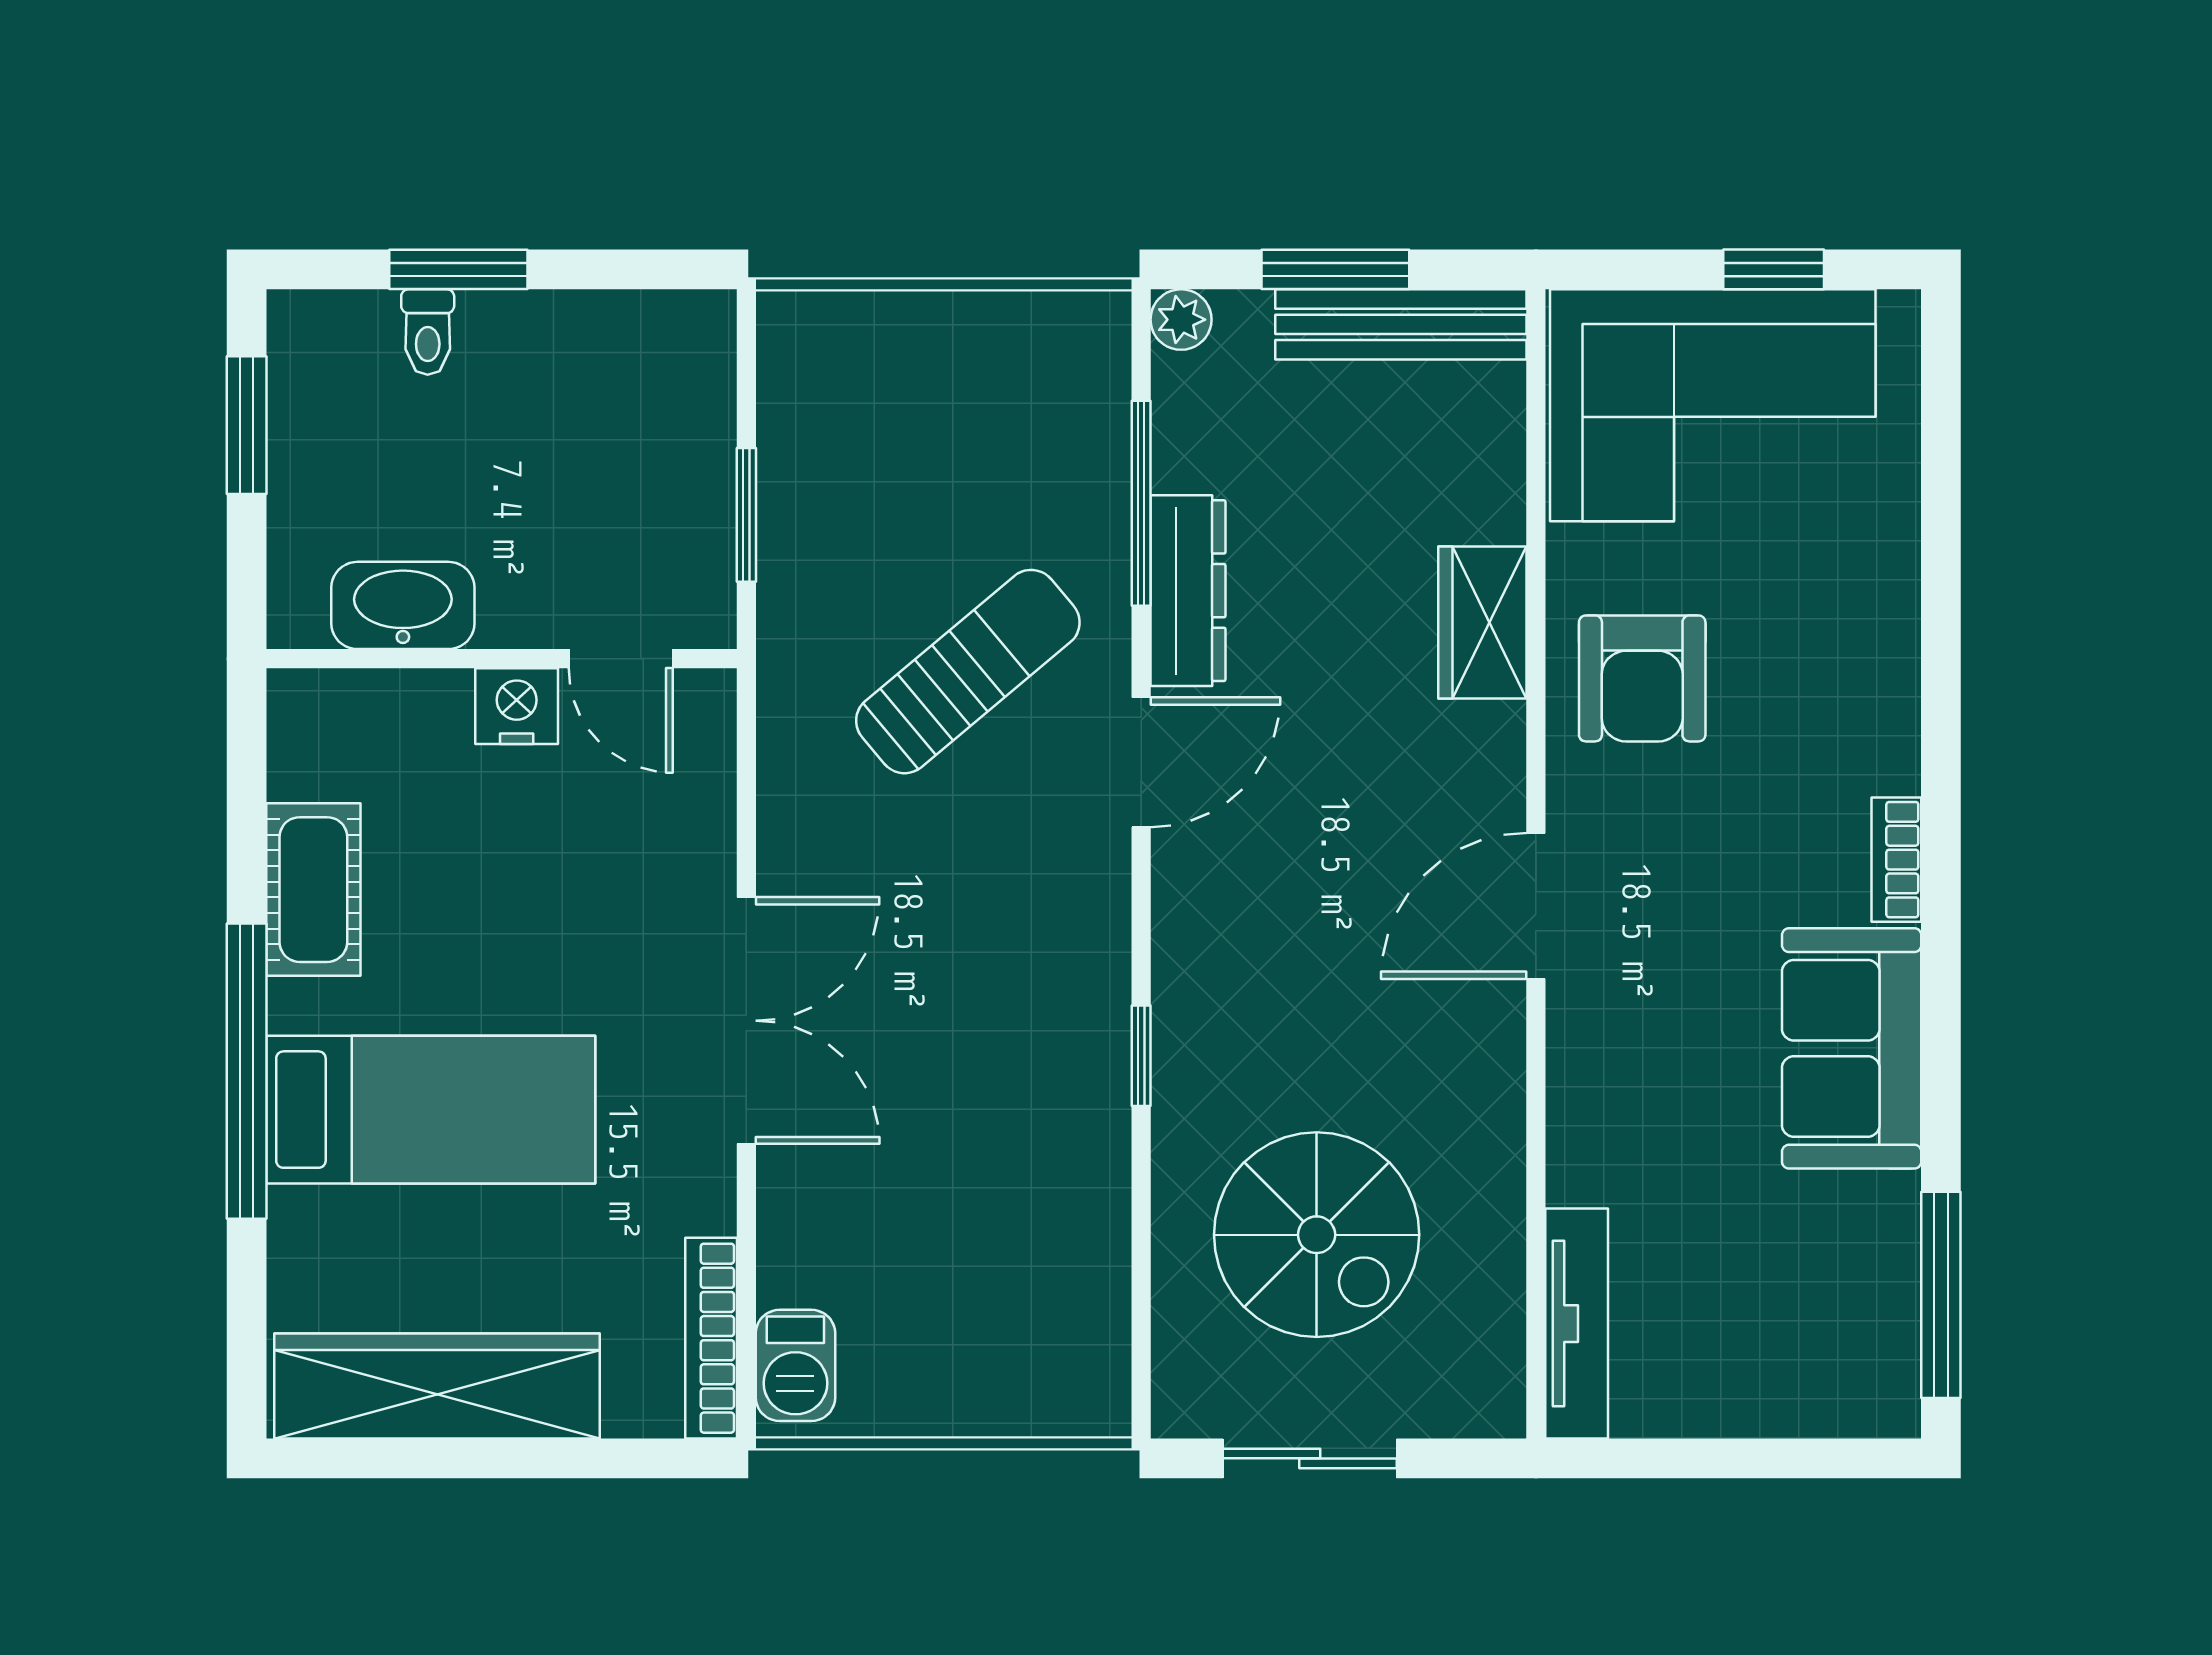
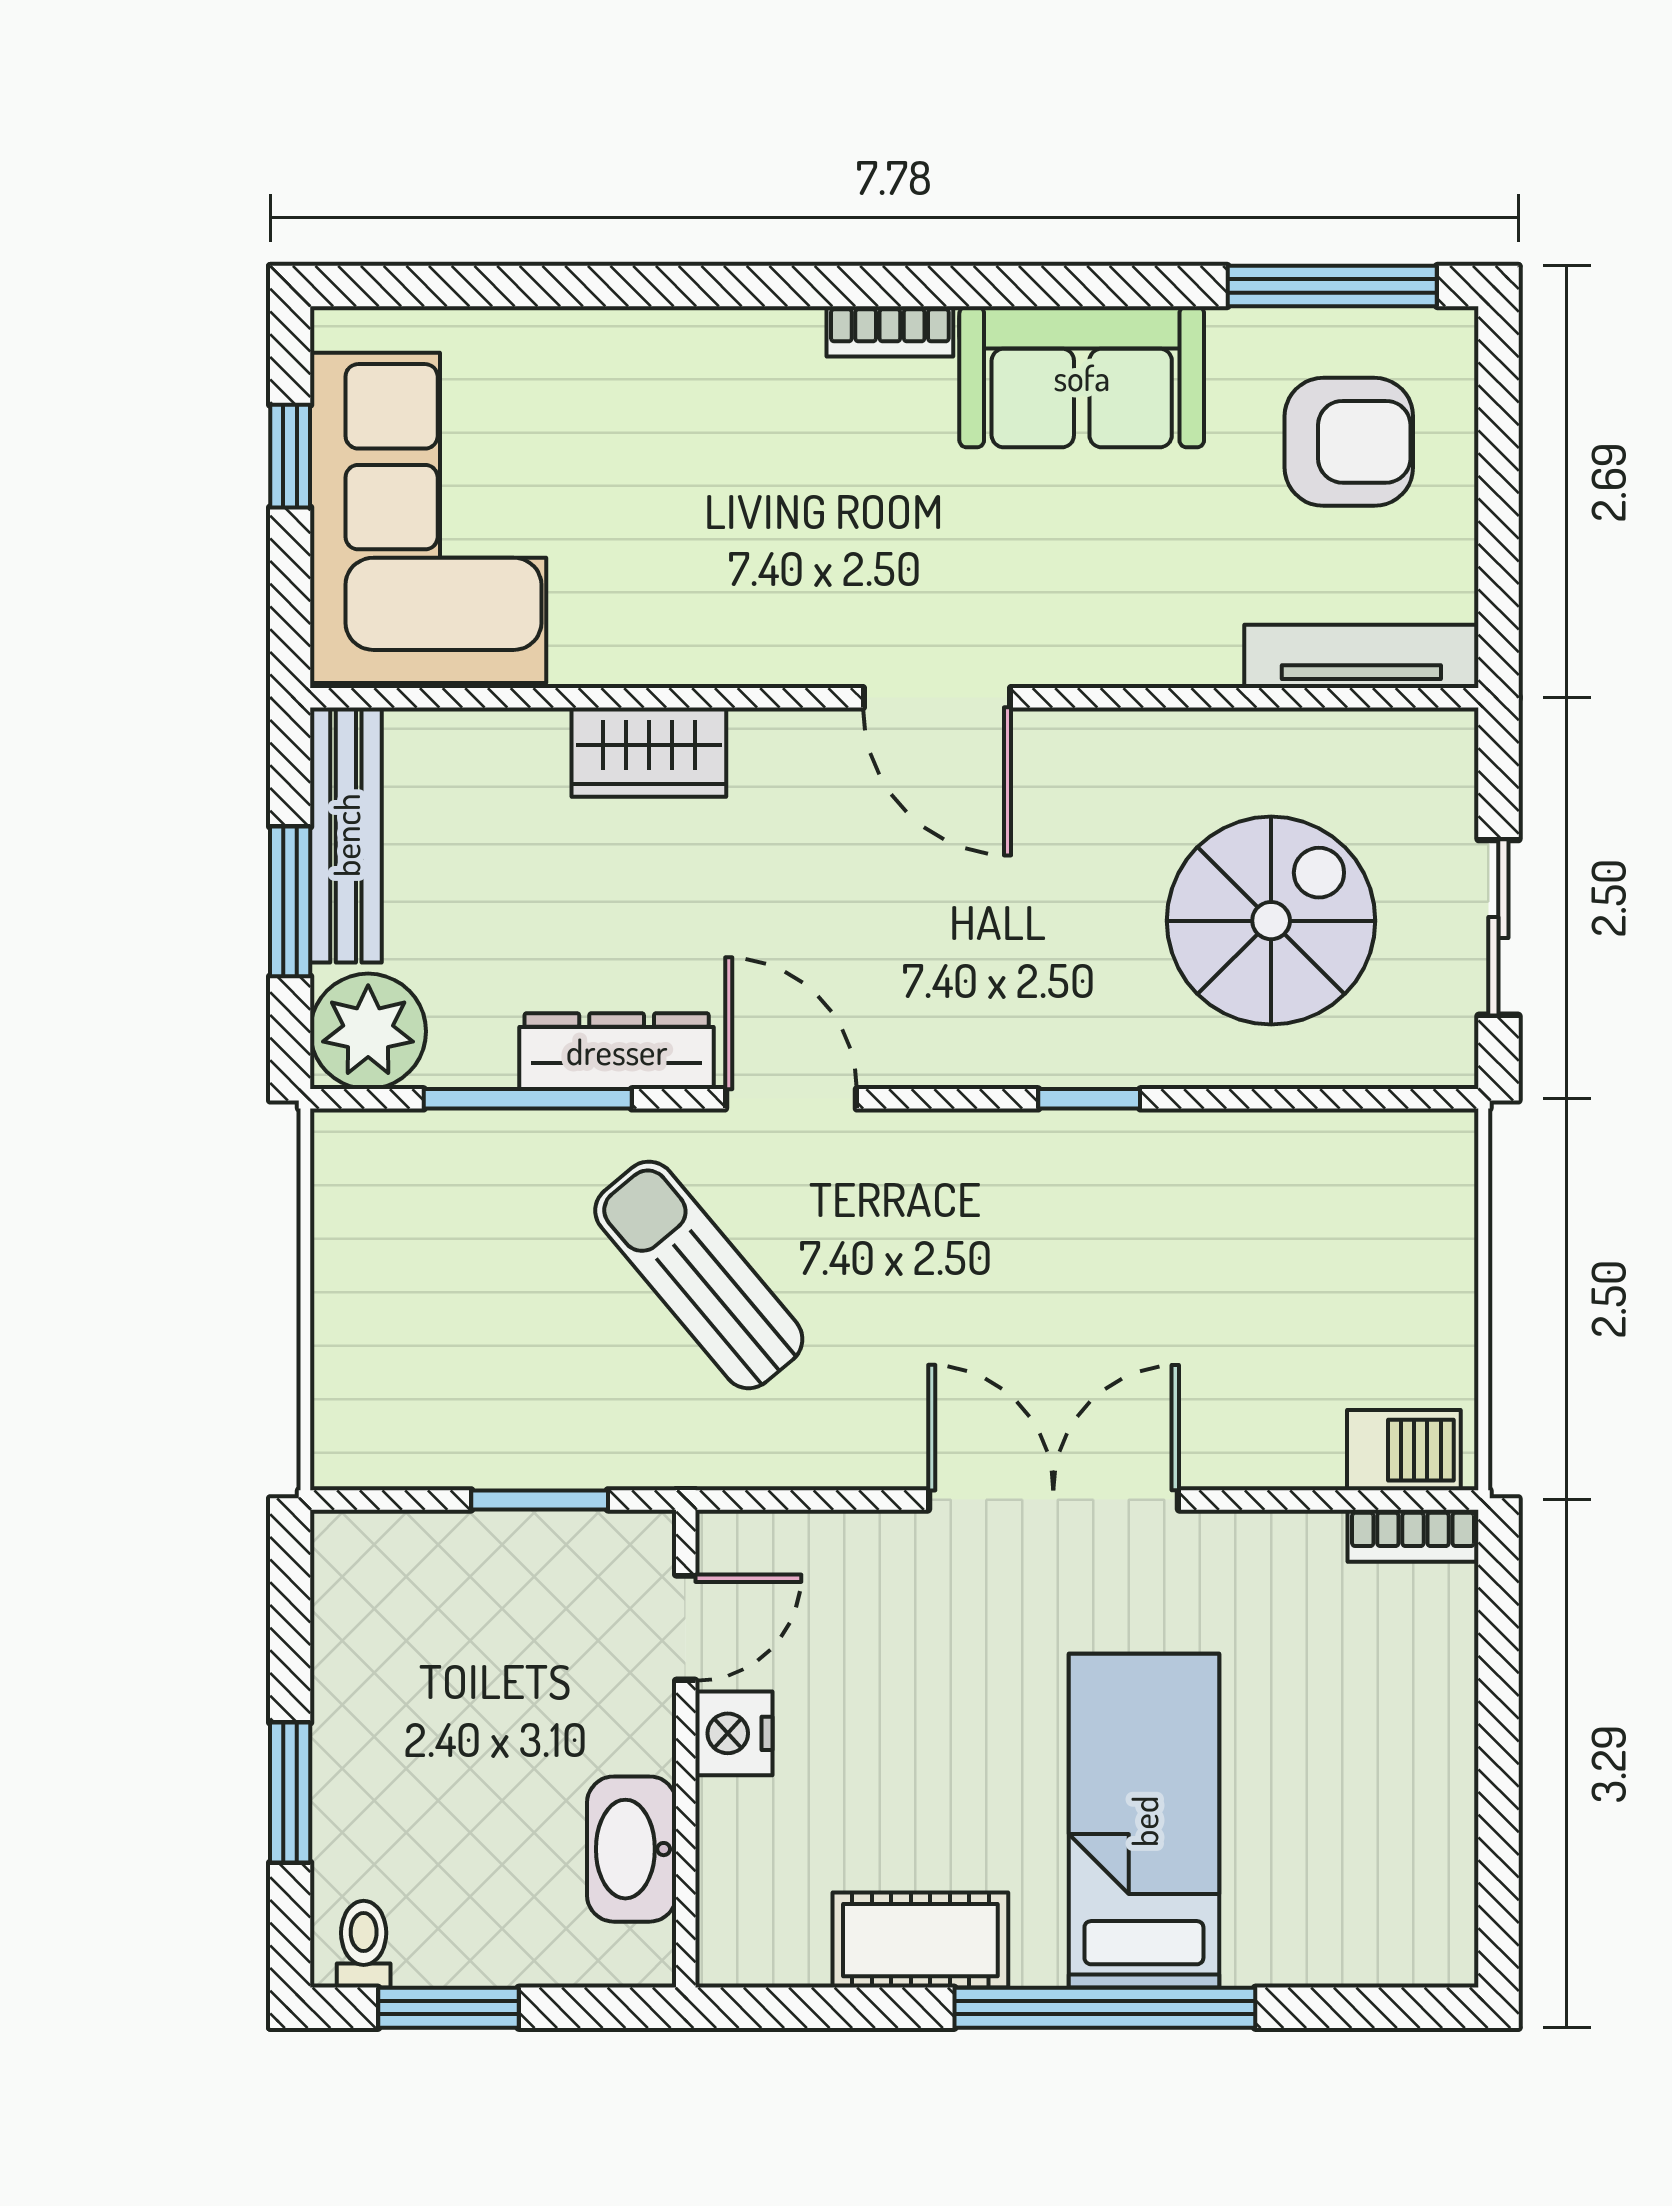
plant: (1181, 320) -> (368, 1031), width x1.87, depth x1.87
toilet: (428, 332) -> (364, 1944), moved, turned -90
armchair: (1642, 678) -> (1349, 442), moved
bookcase: (711, 1338) -> (1413, 1536), width x0.64
wardrobe: (437, 1386) -> (1425, 1814), removed

